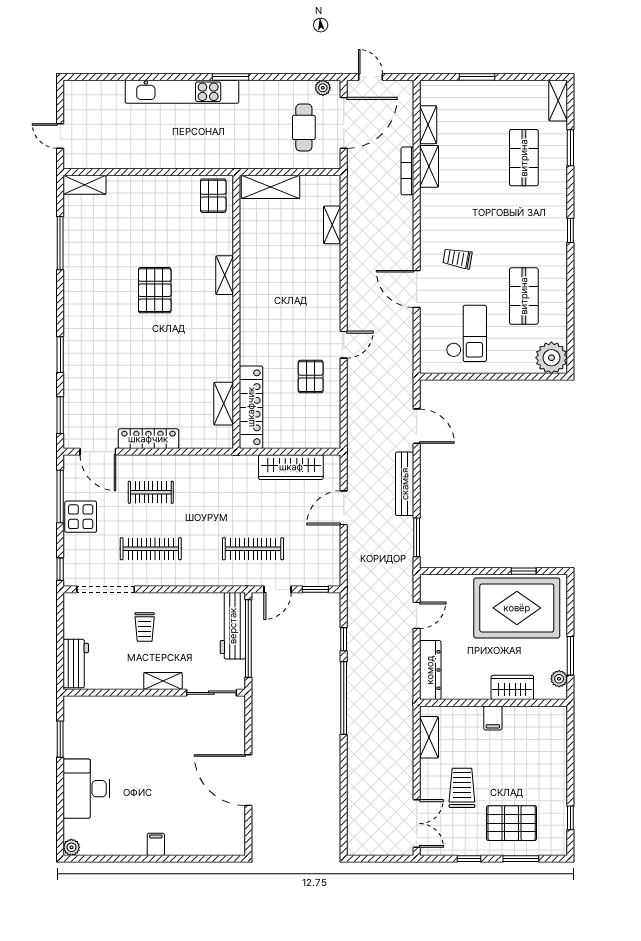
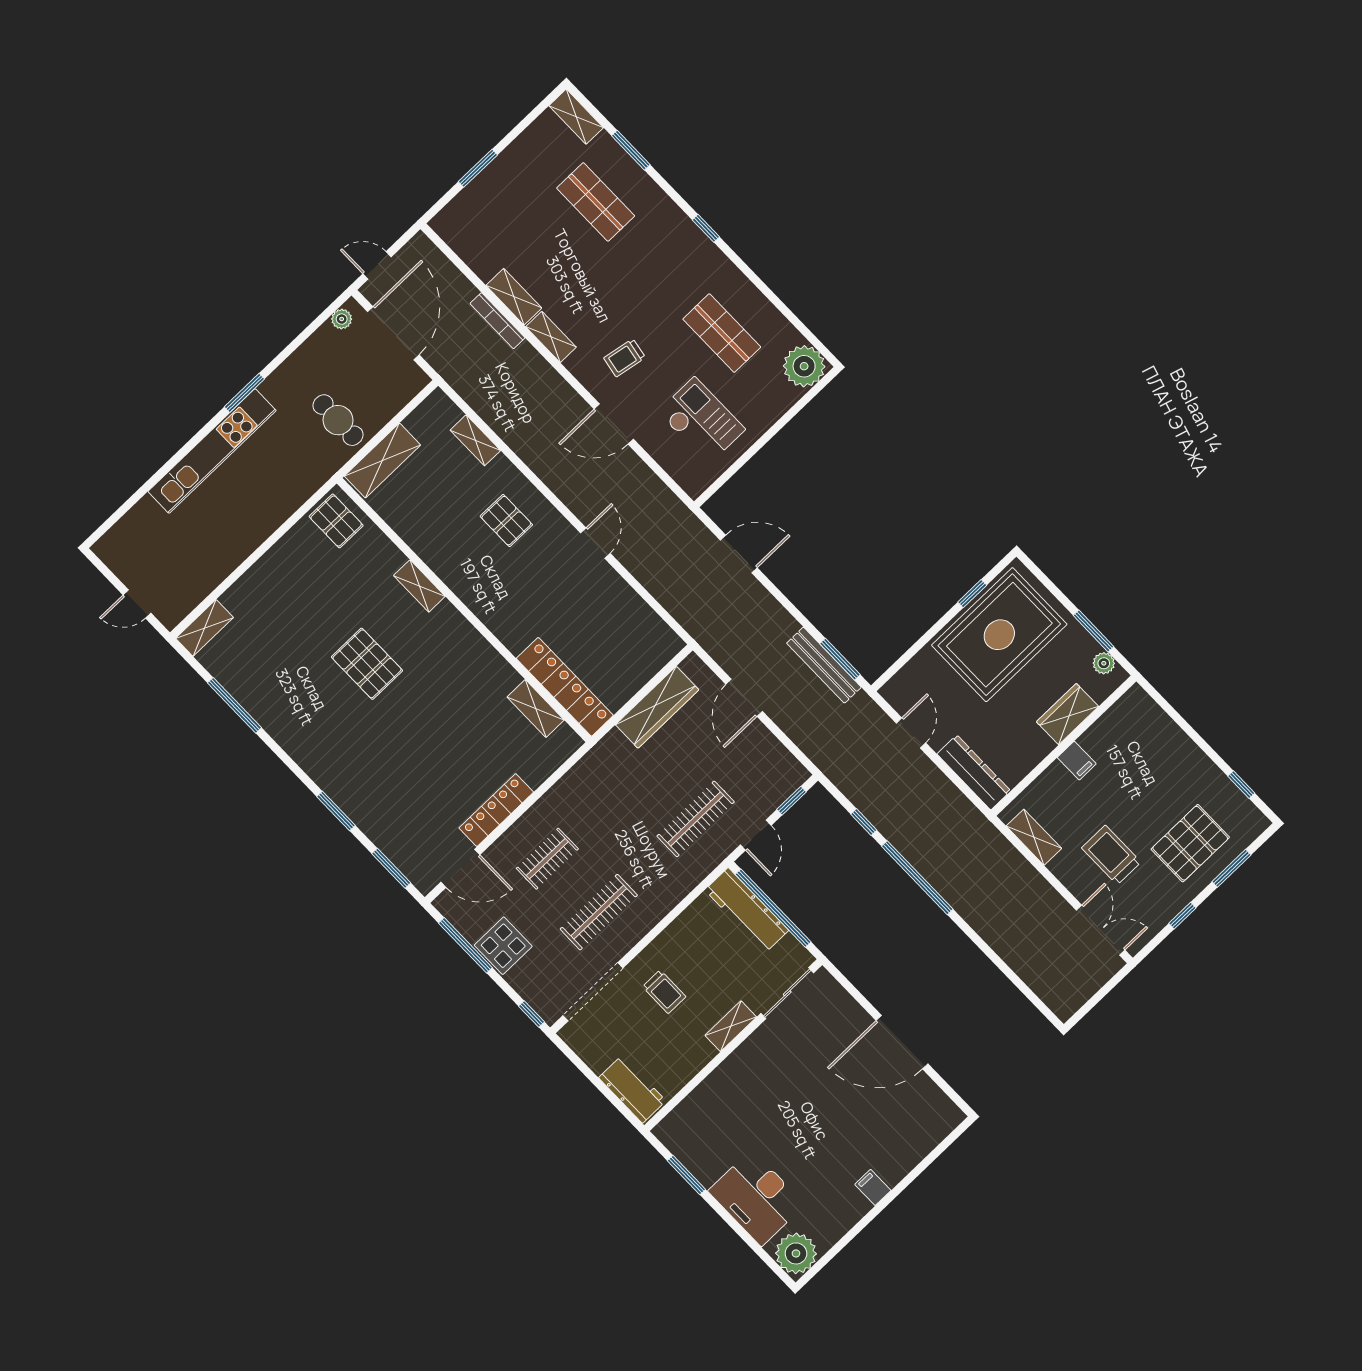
shelving: (428, 125) -> (551, 337), moved
cafe table: (304, 127) -> (338, 420), moved
pallet: (311, 377) -> (506, 521), moved
bench: (405, 484) -> (824, 665), moved
plant: (71, 847) -> (796, 1253), width x1.87, depth x1.87

